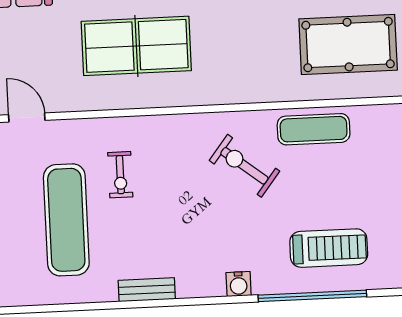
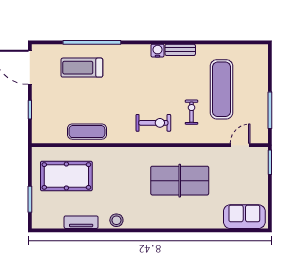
door: (27, 117) -> (240, 145), swing flipped
exercise bike: (244, 166) -> (153, 123), moved, turned -38
water cooler: (239, 284) -> (158, 51), moved

